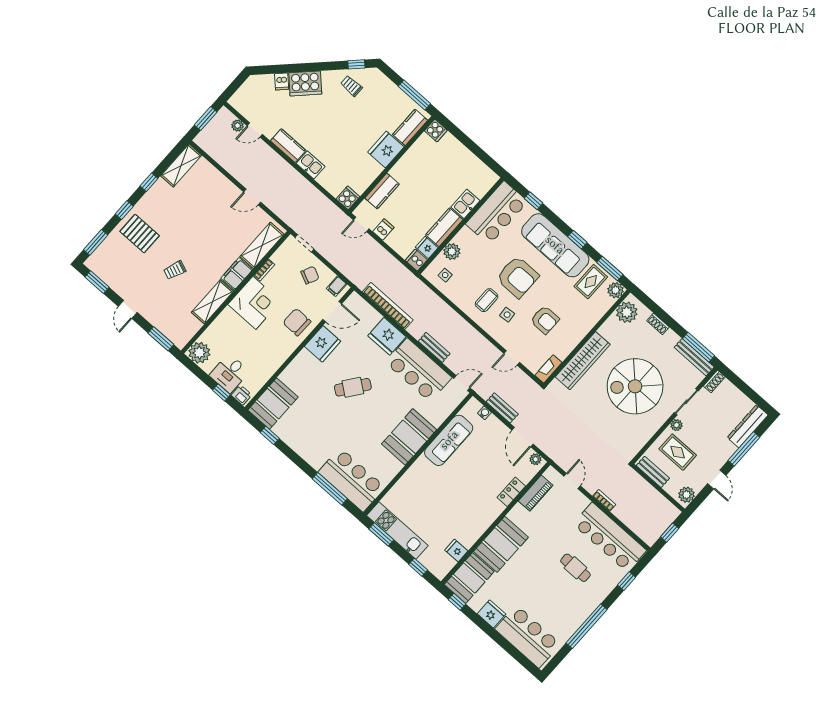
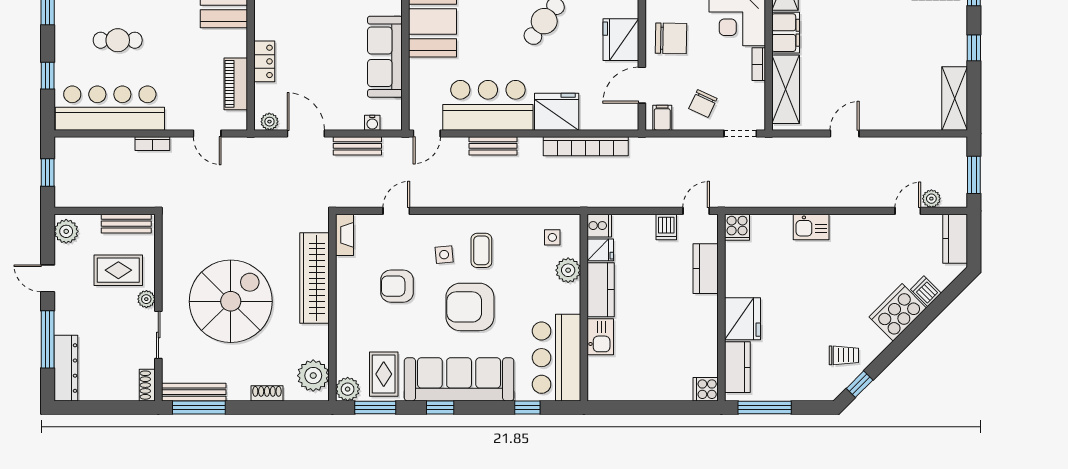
kitchen counter: (288, 146) -> (955, 239), moved, turned 90

